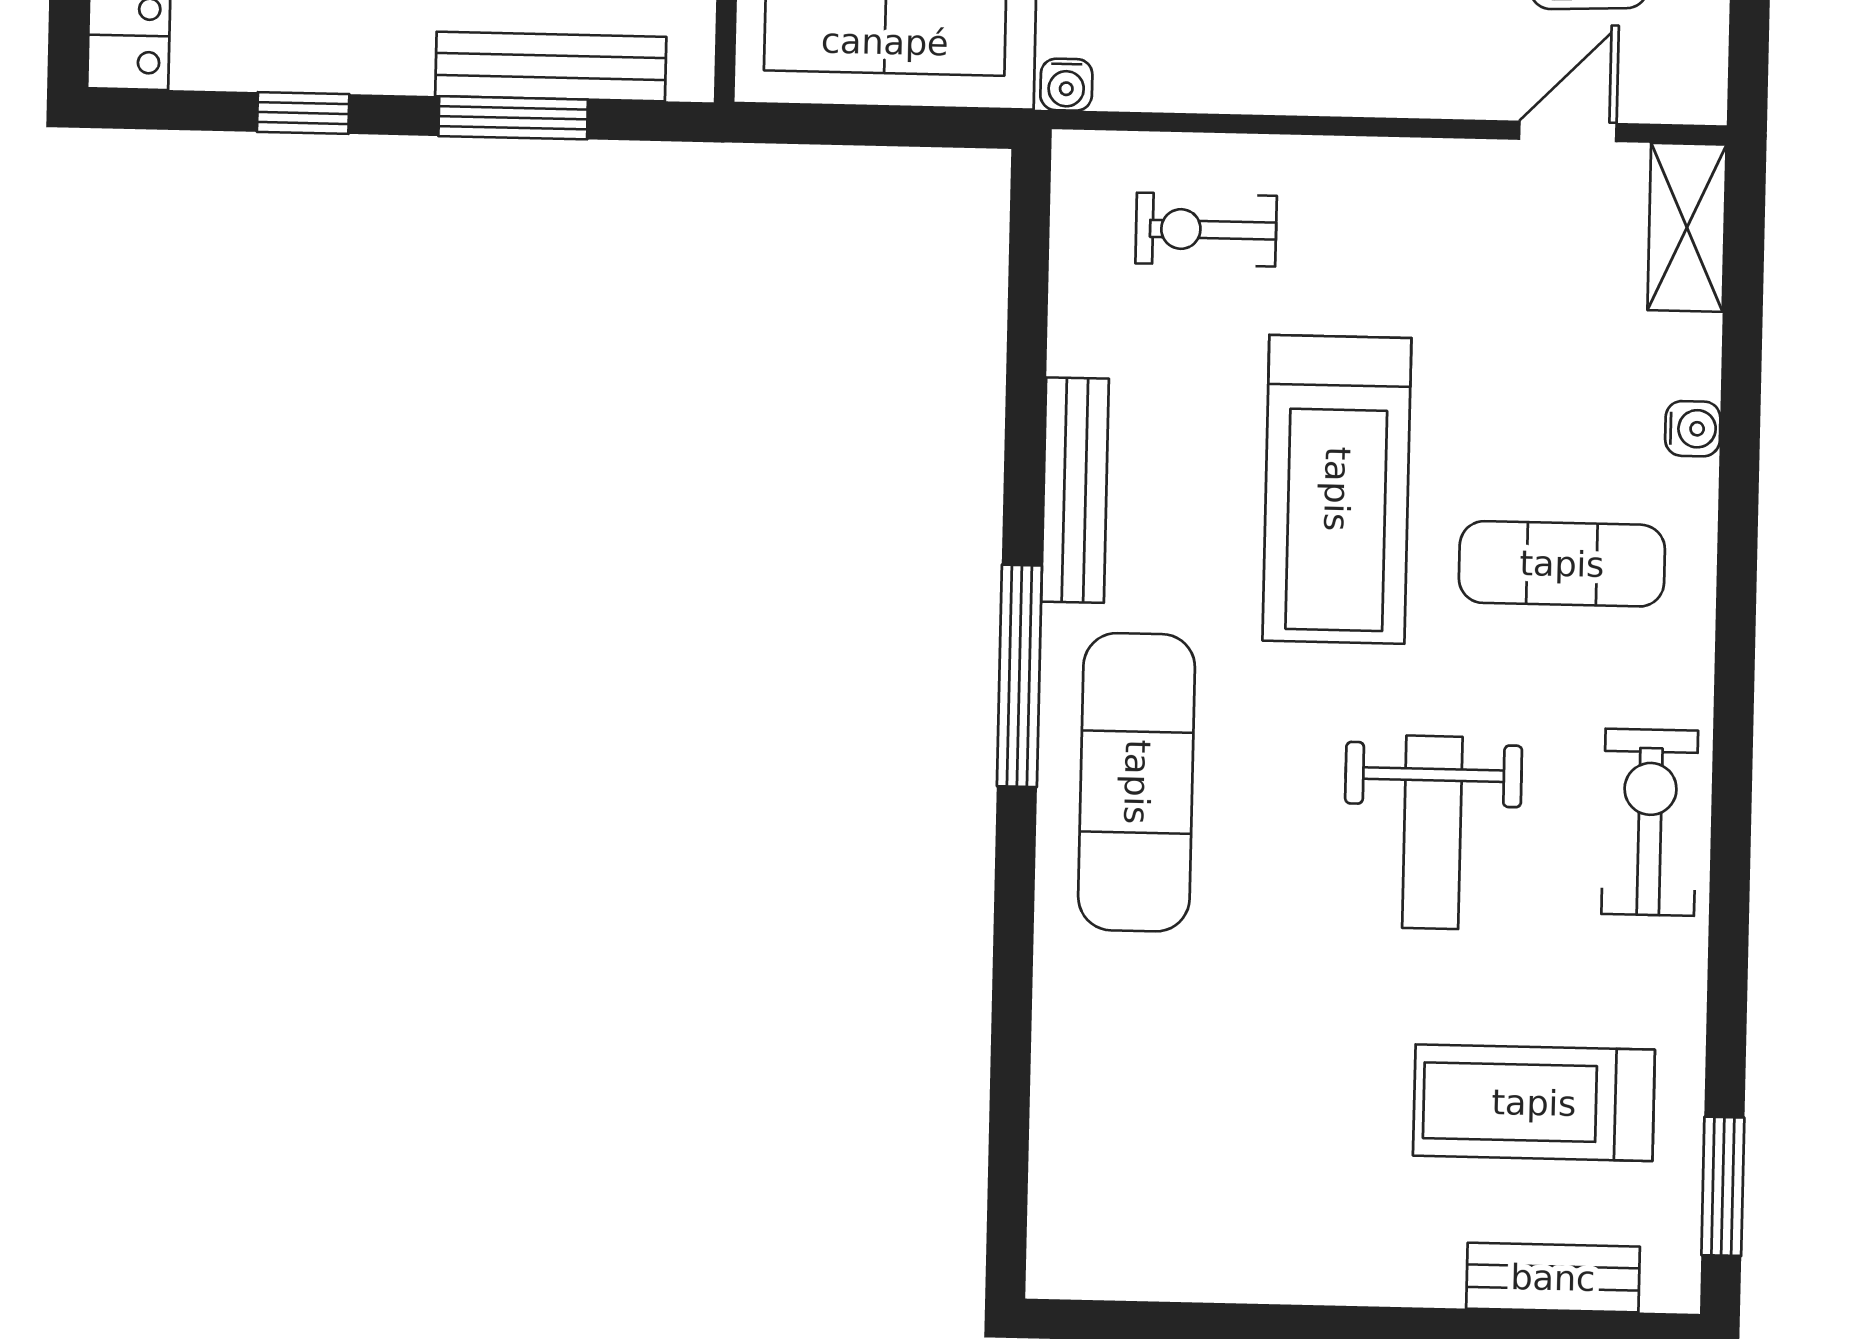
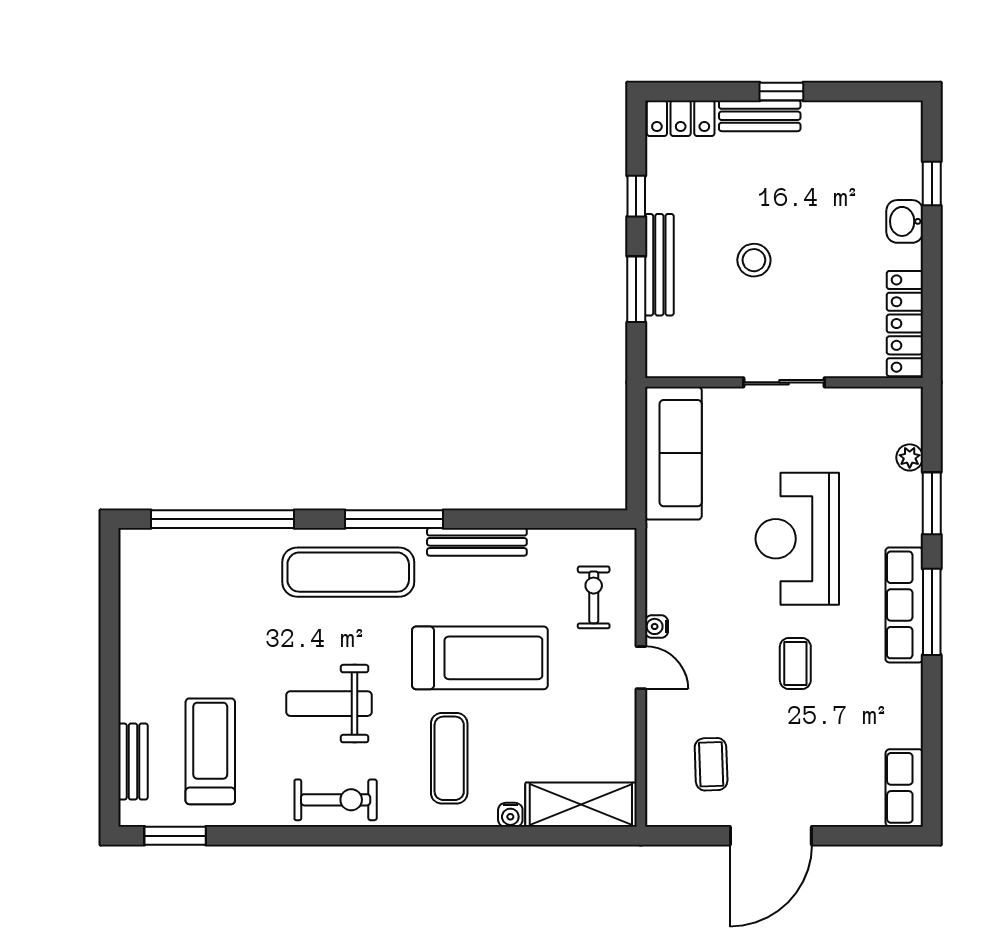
bench: (551, 66) -> (659, 265), moved
water cooler: (1066, 85) -> (656, 626), moved
door: (1568, 131) -> (641, 668), moved
shelving: (1687, 227) -> (581, 805), width x1.50, depth x1.33
treadmill: (1337, 489) -> (480, 658), turned 180
window: (1011, 1063) -> (222, 519), added

